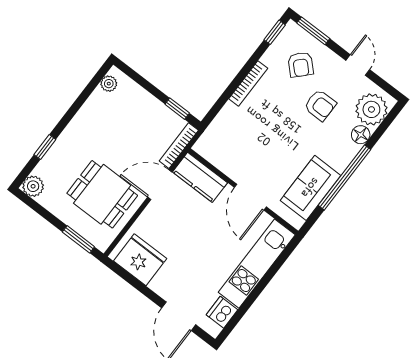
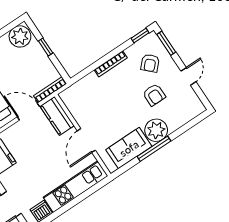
plant: (109, 84) -> (20, 36), width x1.88, depth x1.88
window: (177, 109) -> (46, 47), moved
plant: (371, 109) -> (156, 130), moved
floor lamp: (361, 135) -> (175, 124), removed
window: (344, 177) -> (154, 149), width x0.68

